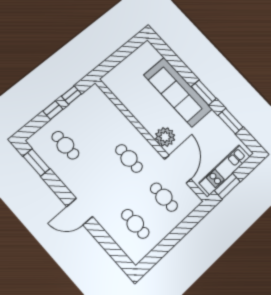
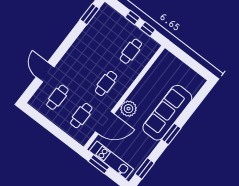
window: (230, 121) -> (145, 169), moved
cafe table: (65, 145) -> (131, 51), moved
door: (80, 212) -> (45, 72), moved

